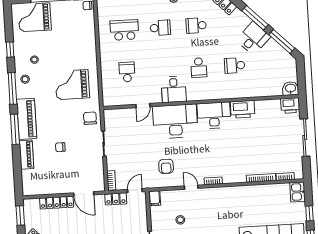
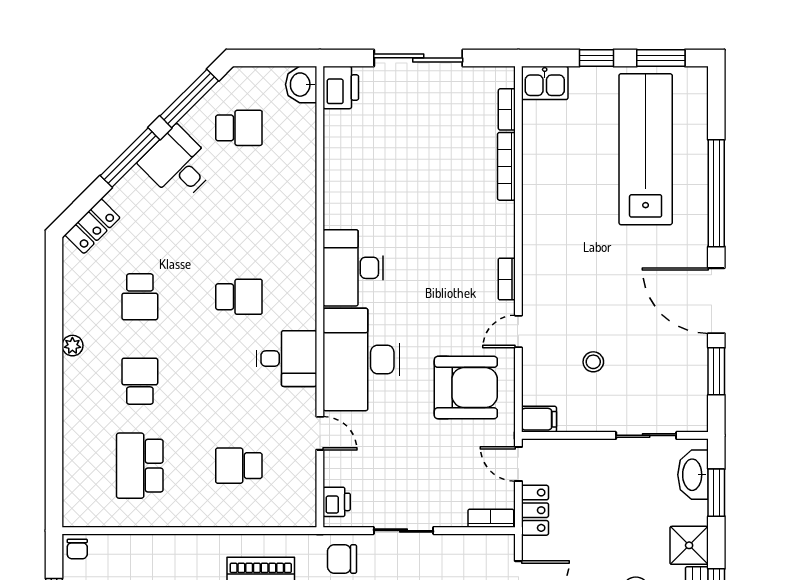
school desk: (235, 65) -> (239, 128), moved, turned -90
printer: (243, 109) -> (337, 502), moved, width x0.53, depth x0.68
armchair: (166, 166) -> (466, 388), width x1.88, depth x1.88

